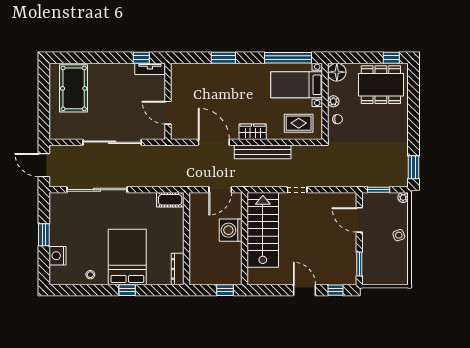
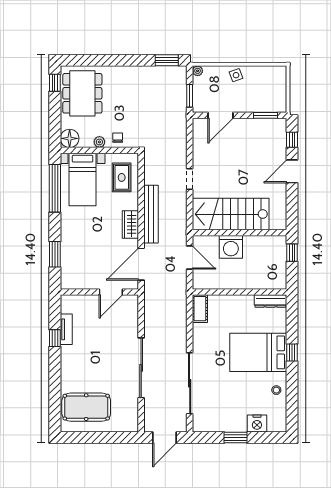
wall: (168, 101) -> (99, 292), moved
door: (168, 113) -> (111, 292), moved

